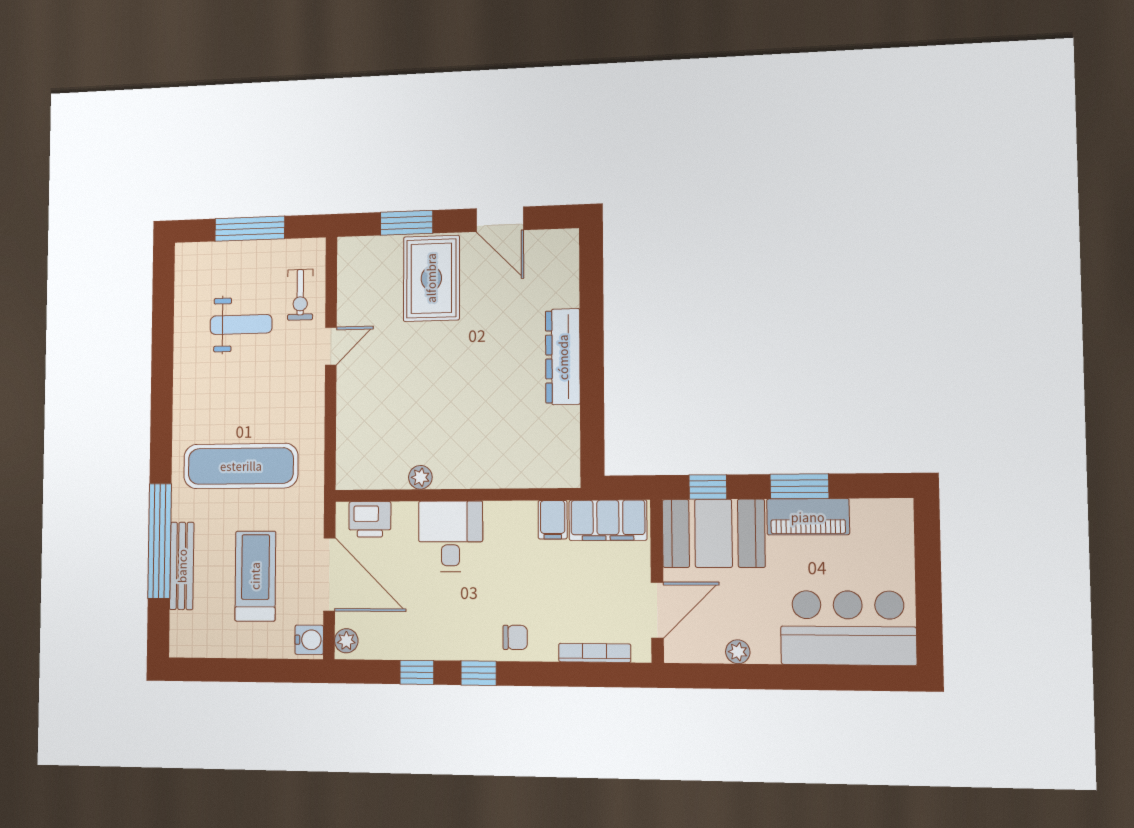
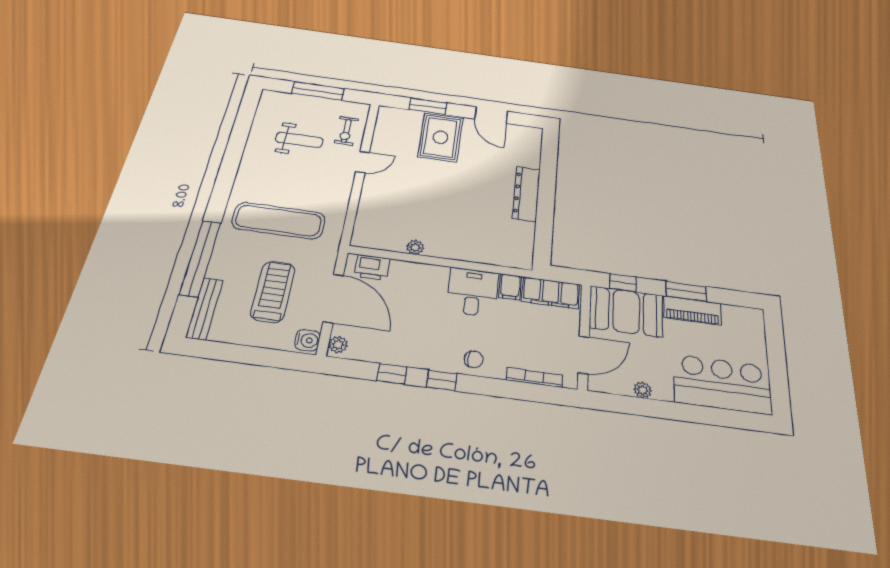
desk: (451, 536) -> (473, 292), moved
bench: (182, 566) -> (204, 309), moved

